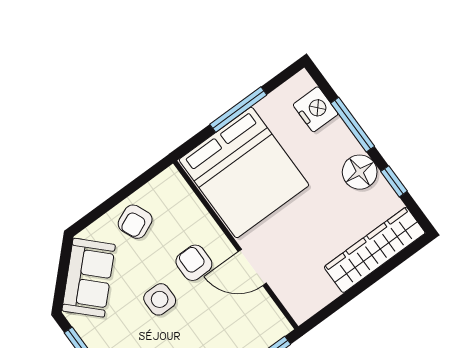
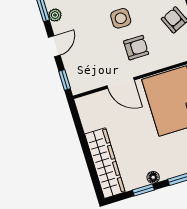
floor lamp: (360, 172) -> (153, 177), width x0.53, depth x0.53
door: (252, 267) -> (121, 83), swing flipped

